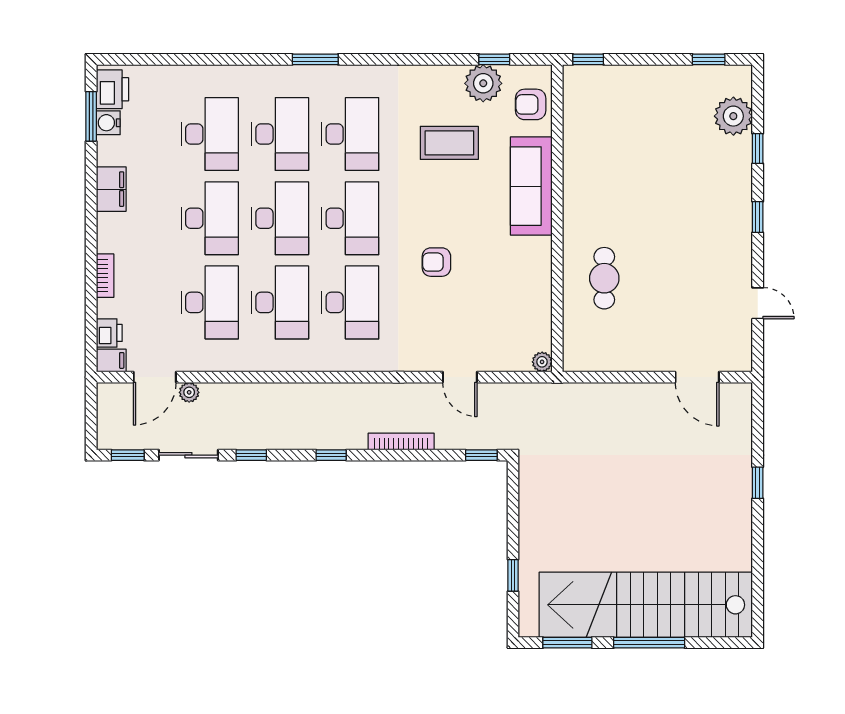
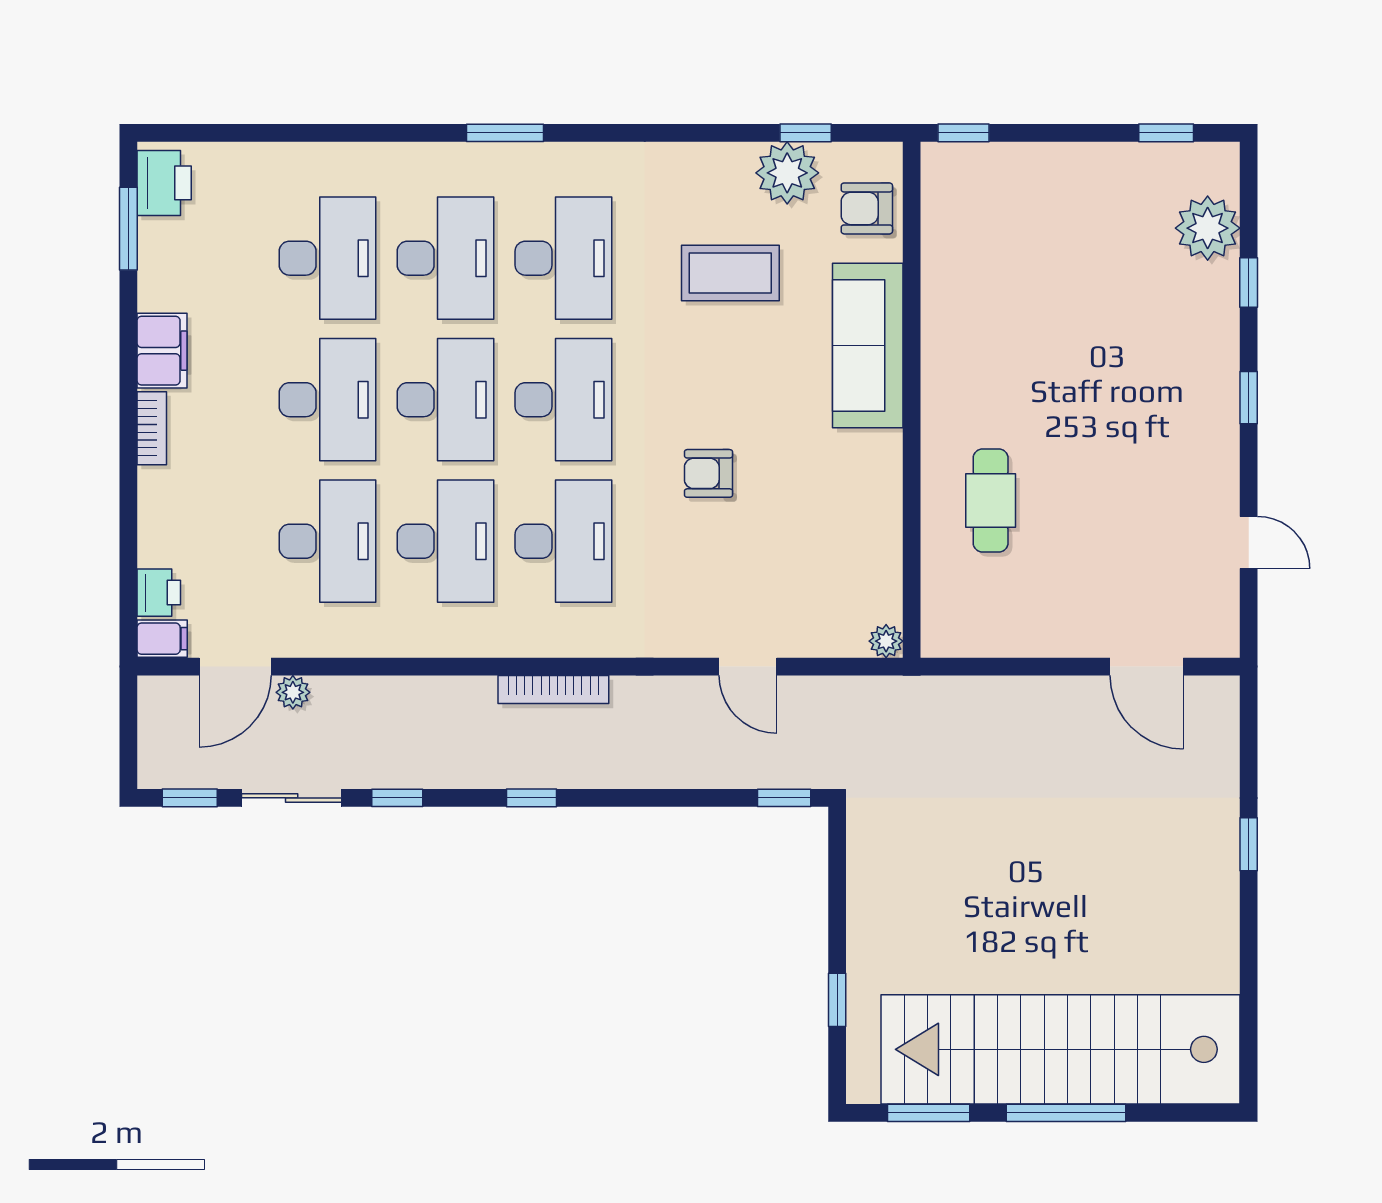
water cooler: (108, 123) -> (157, 239), removed
bookcase: (105, 276) -> (152, 428), moved
bookcase: (401, 442) -> (553, 690), moved, turned 180

